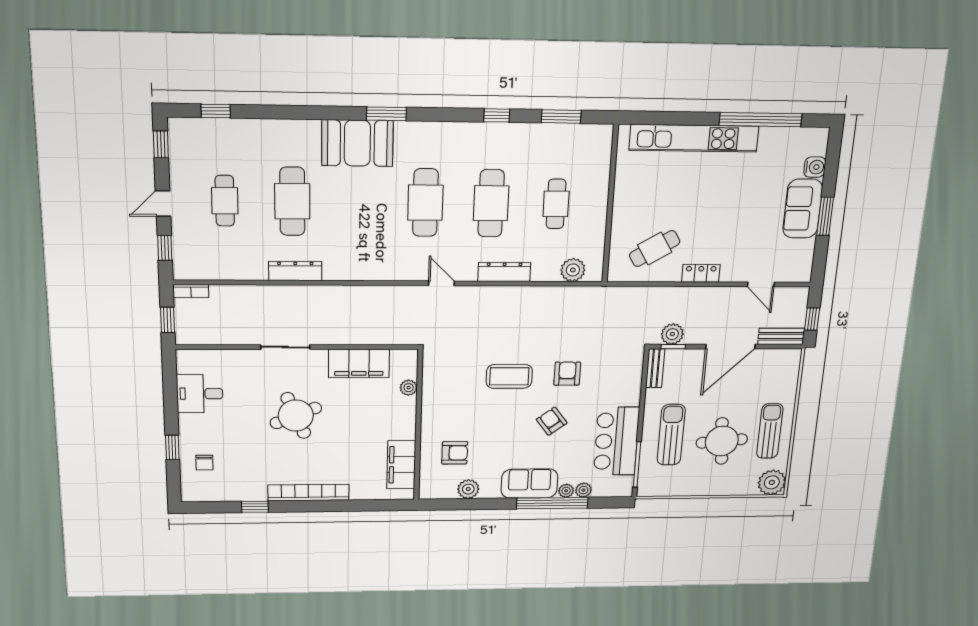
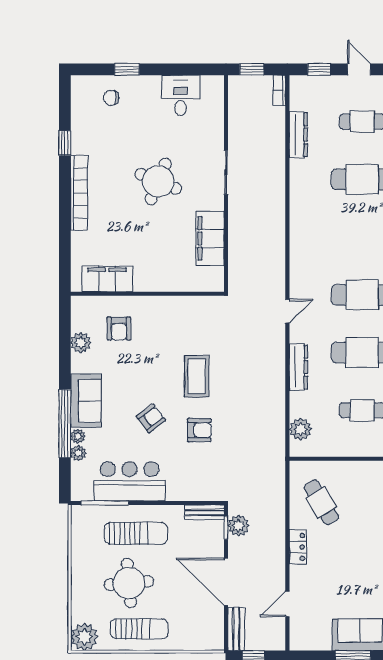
dresser: (295, 271) -> (298, 135), moved
plant: (409, 388) -> (186, 284), removed
round table: (296, 416) -> (158, 181), turned 45

